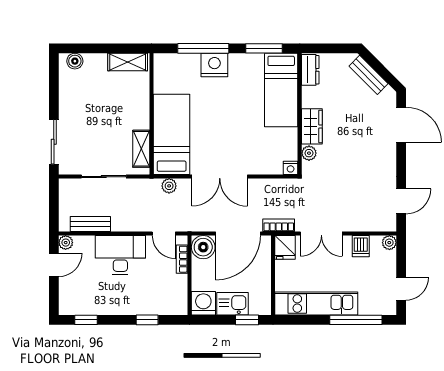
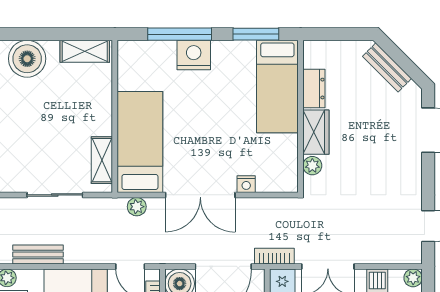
boiler: (75, 61) -> (27, 59), width x1.86, depth x1.86
dresser: (310, 70) -> (314, 89), moved
nightstand: (291, 168) -> (246, 184), moved

